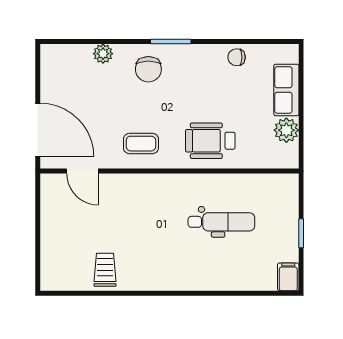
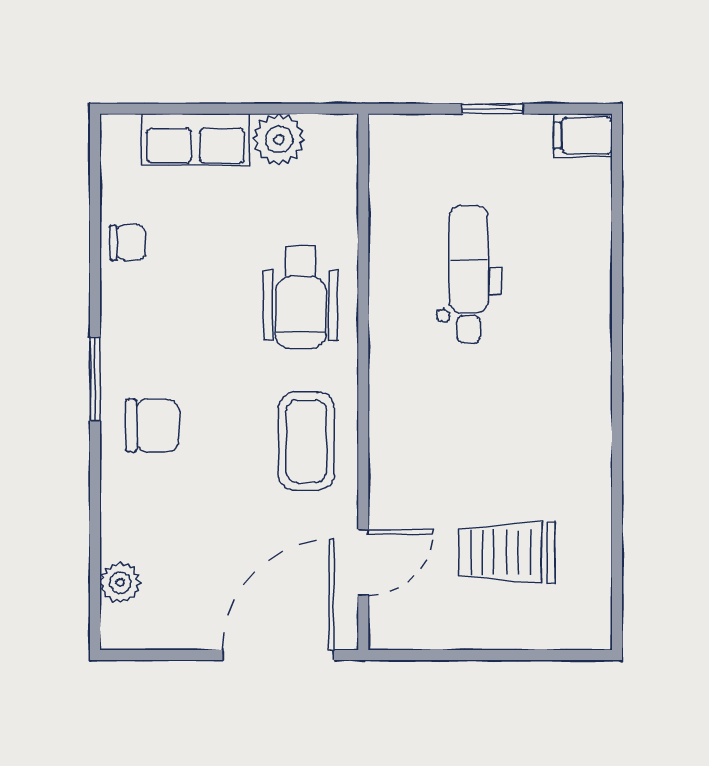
plant: (103, 54) -> (120, 582), moved
chair: (237, 57) -> (128, 243), turned -91
coffee table: (141, 144) -> (306, 441), width x1.36, depth x1.30
trolley: (105, 270) -> (507, 553), moved, width x1.36, depth x1.39

